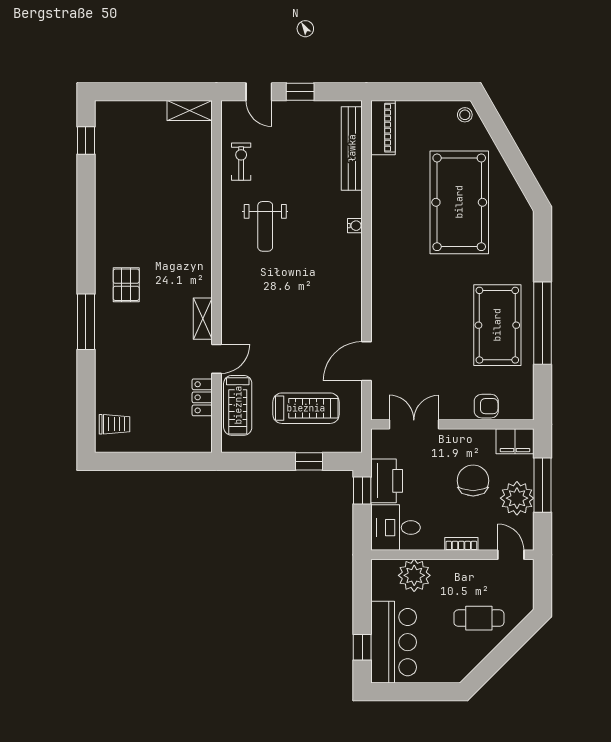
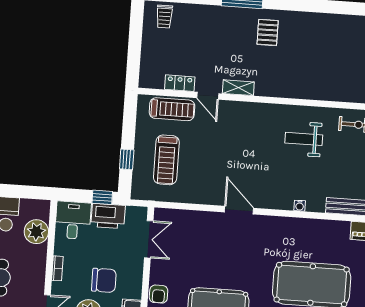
pallet: (126, 285) -> (268, 32), turned 90
door: (366, 361) -> (239, 210), moved
treadmill: (238, 405) -> (172, 109), turned 180

